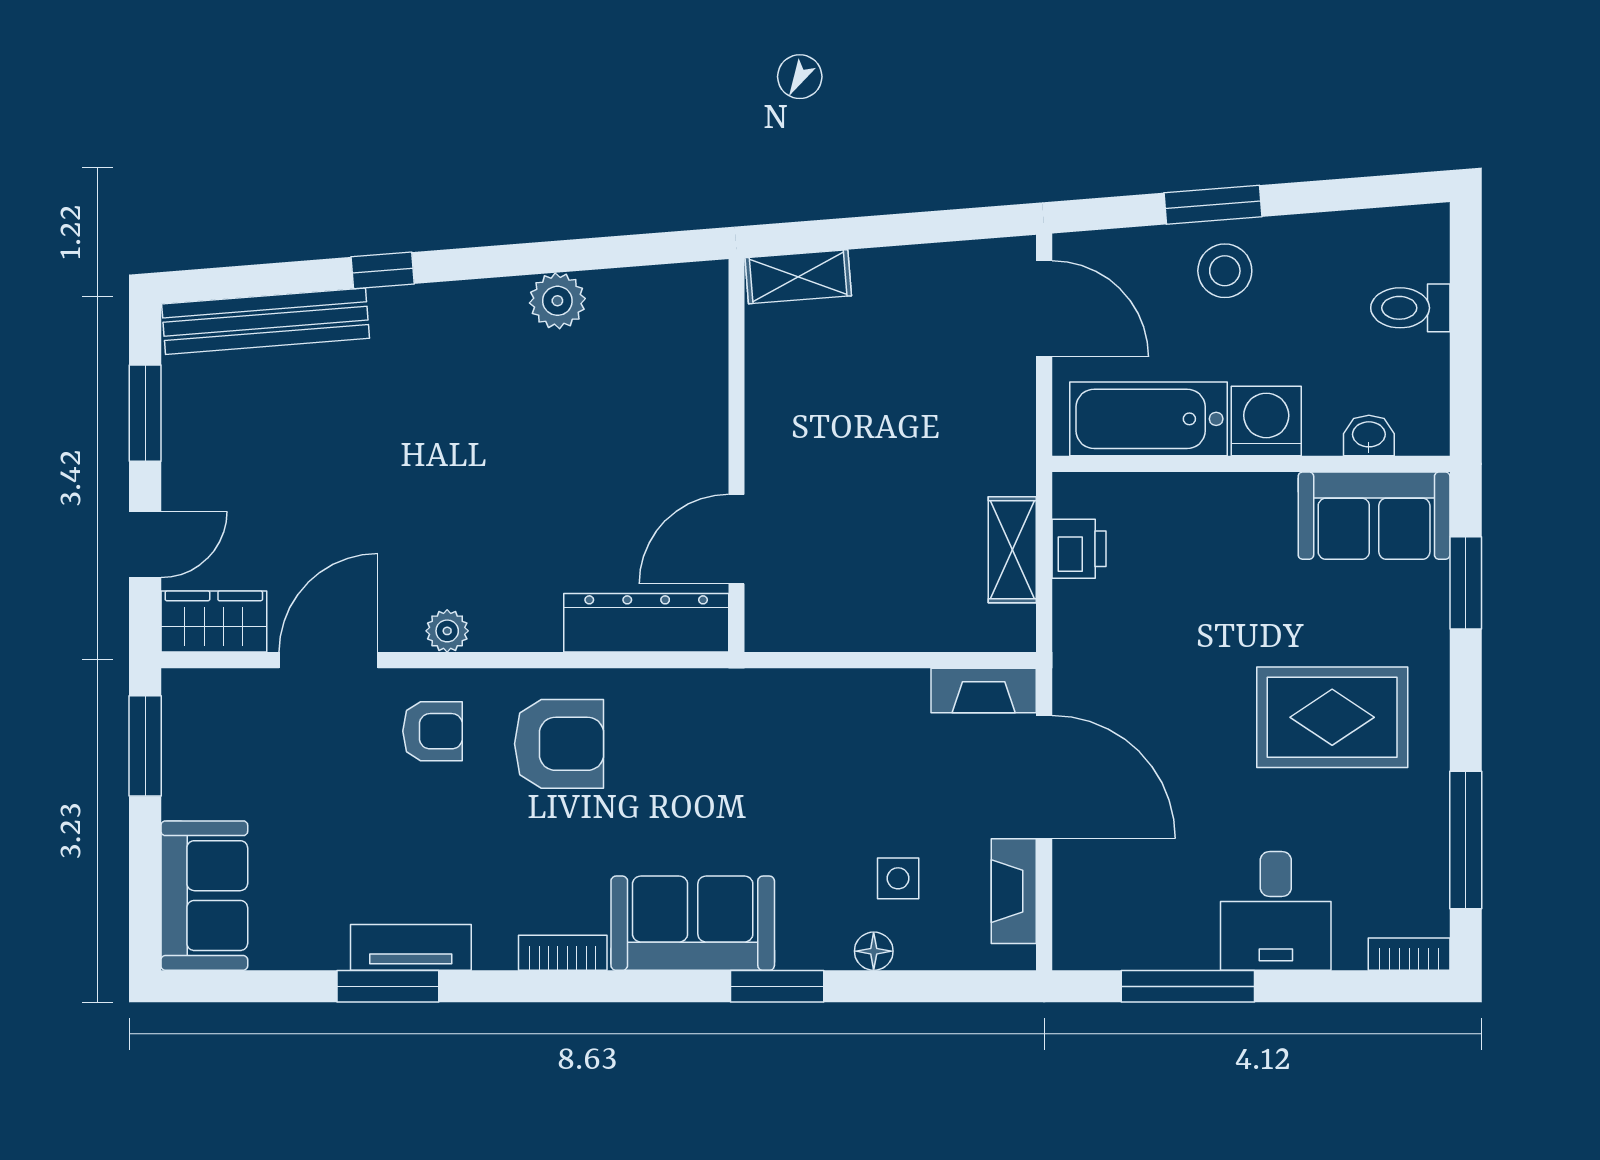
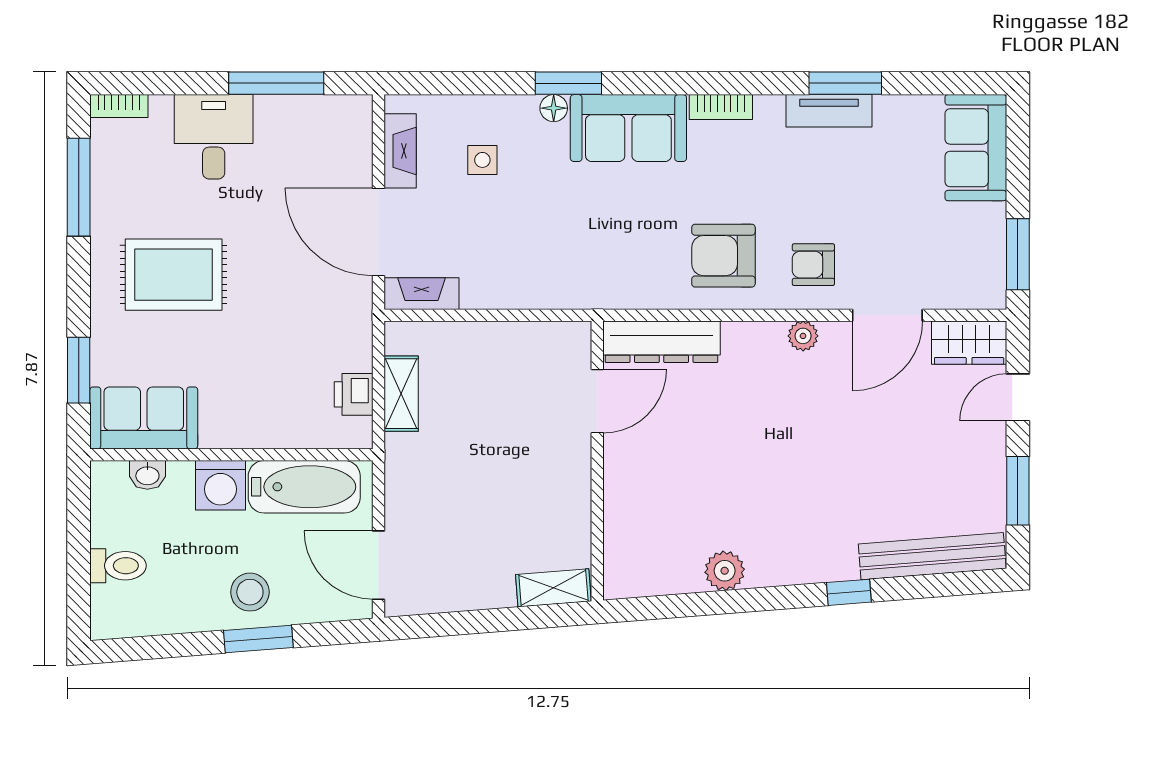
floor lamp: (874, 951) -> (554, 108), moved

